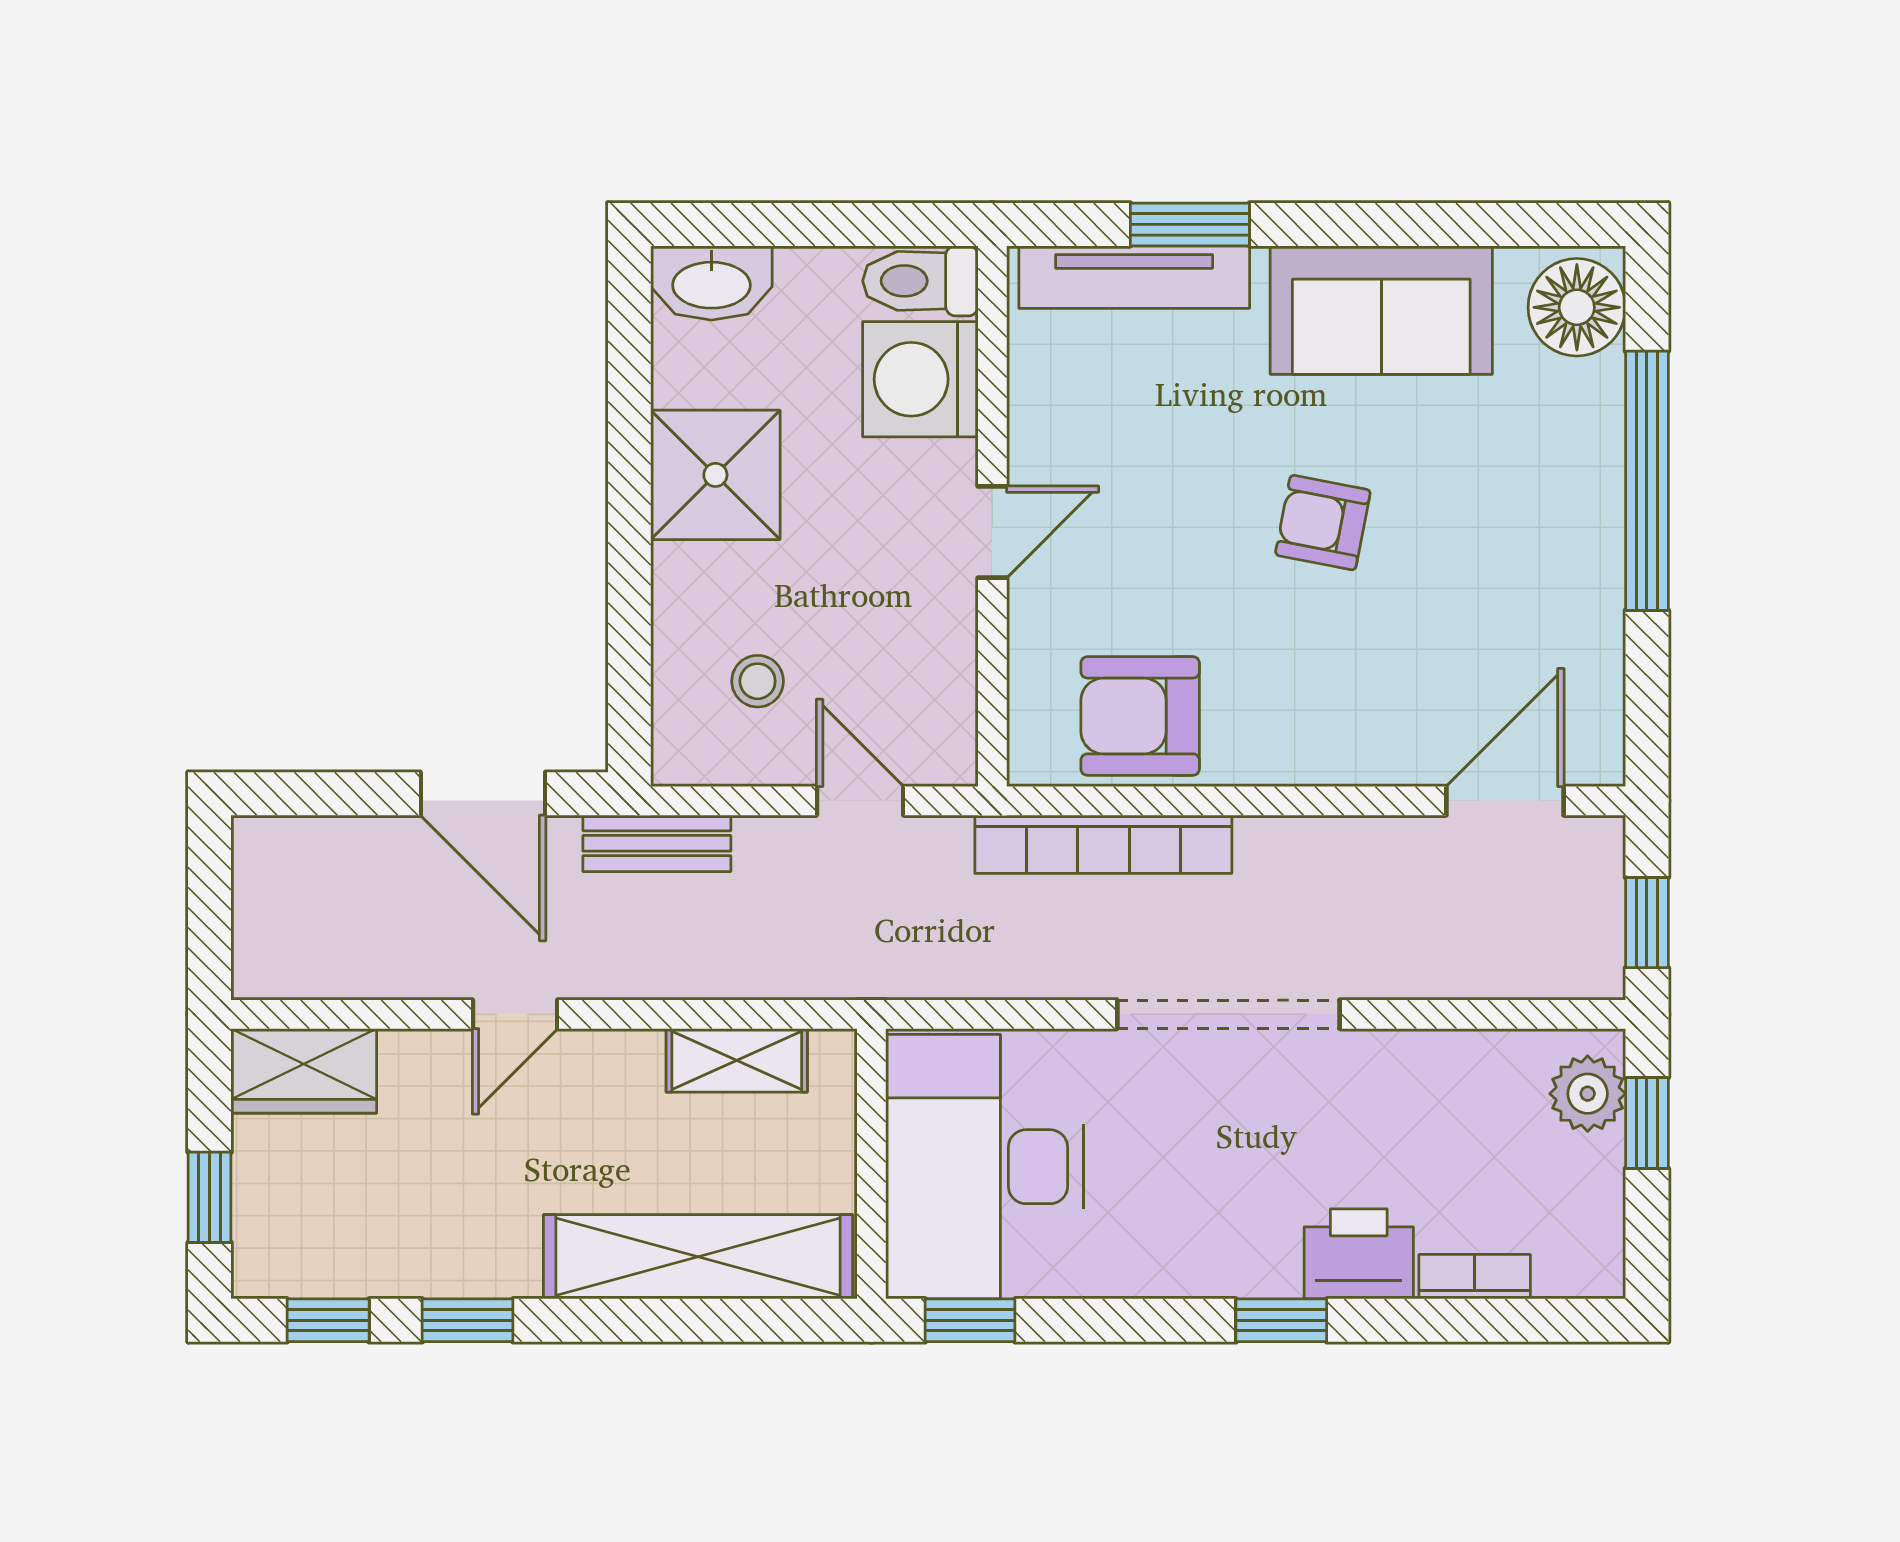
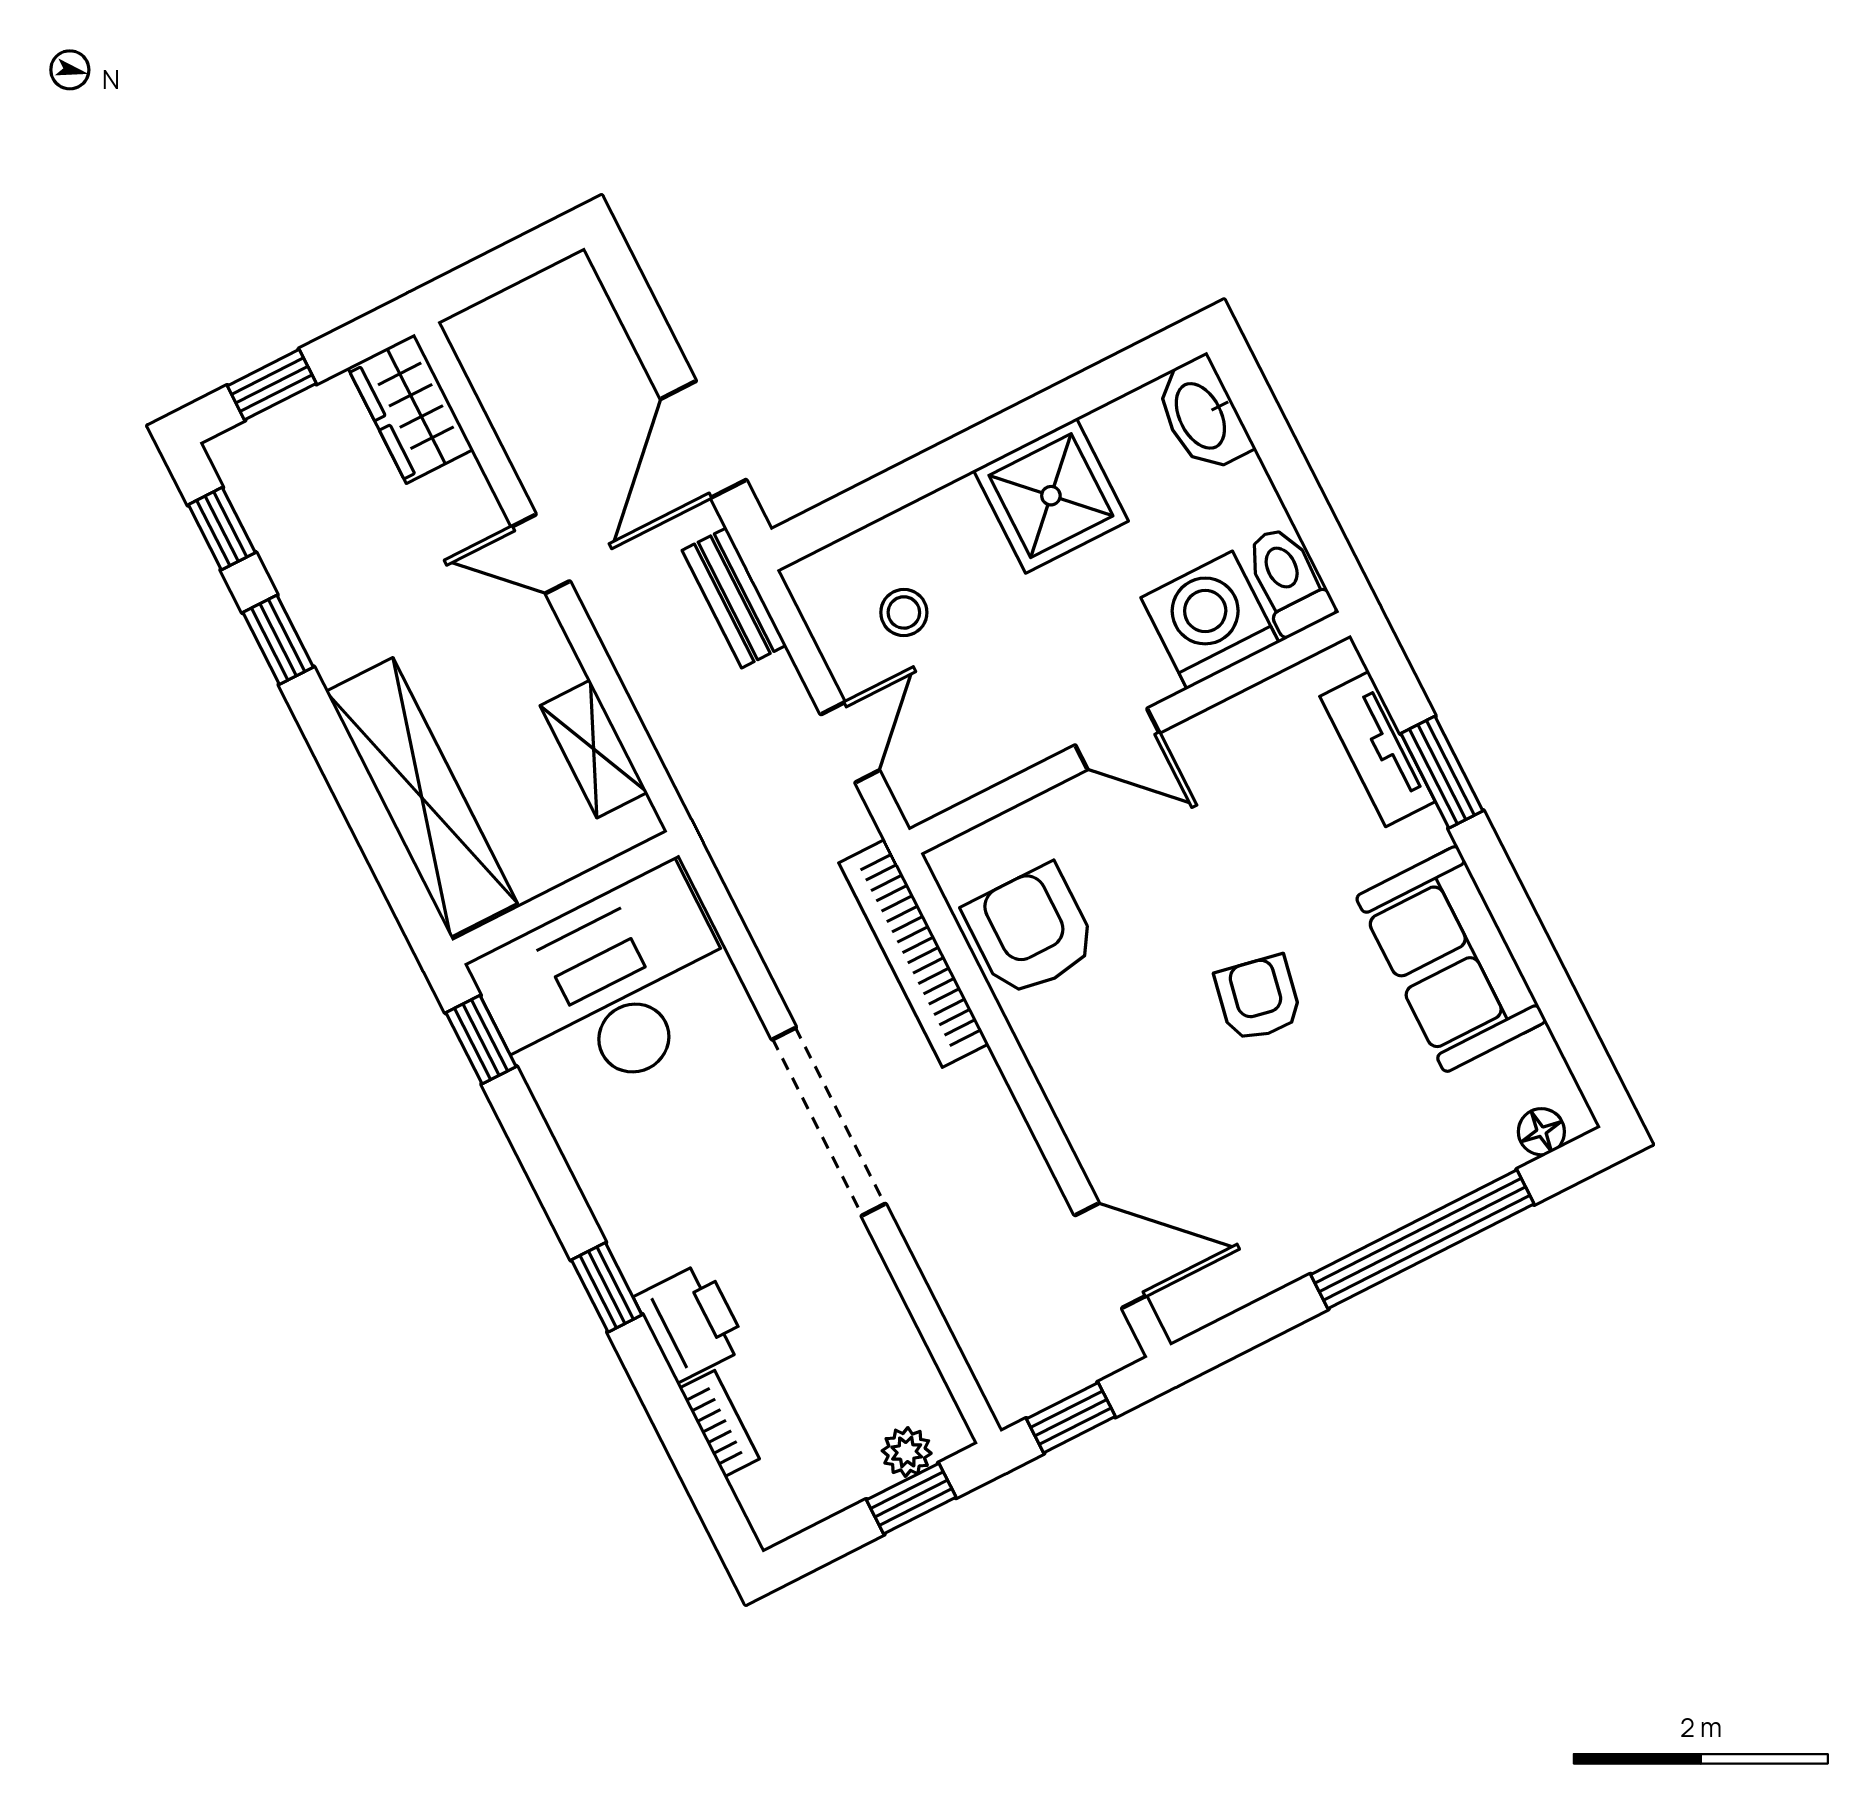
tv unit: (1134, 277) -> (1377, 749), width x0.71
floor lamp: (1577, 307) -> (1541, 1132), width x0.53, depth x0.53
plant: (1588, 1094) -> (907, 1452), width x0.73, depth x0.73

